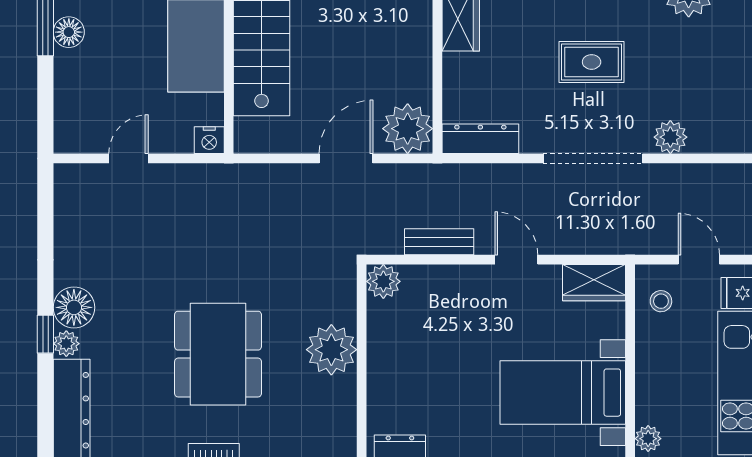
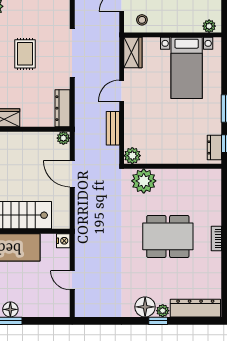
plant: (408, 129) -> (63, 138), width x0.53, depth x0.53
plant: (670, 137) -> (62, 15), removed
plant: (331, 350) -> (144, 181), moved

